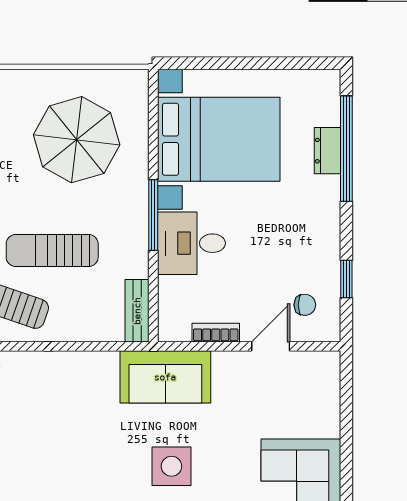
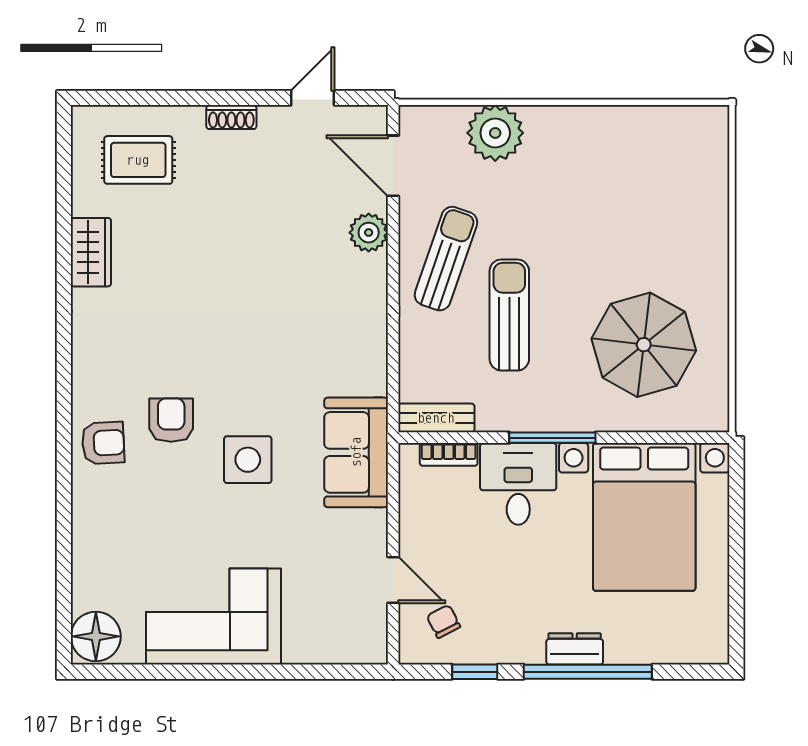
window: (346, 149) -> (588, 672), moved
dresser: (328, 151) -> (575, 649), moved
chair: (305, 305) -> (443, 621), turned 153
bookcase: (216, 333) -> (449, 454), moved, turned 90

